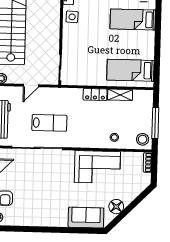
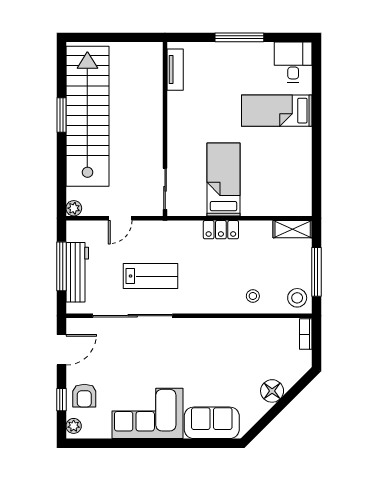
side table: (72, 17) -> (182, 109), removed
bed: (130, 70) -> (223, 179), moved, turned 90
shelving: (120, 95) -> (293, 229), moved
corner sofa: (97, 167) -> (148, 413), moved, turned 180
floor lamp: (116, 207) -> (272, 391), moved

